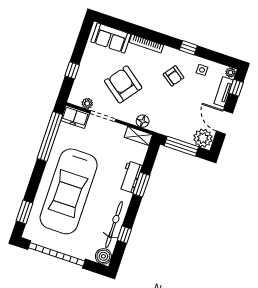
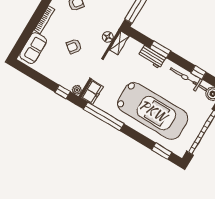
window: (72, 70) -> (63, 92), moved
armchair: (123, 84) -> (74, 46), width x0.53, depth x0.53
plant: (87, 103) -> (77, 90), moved

